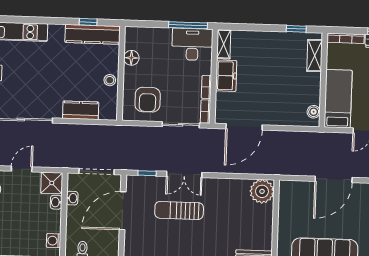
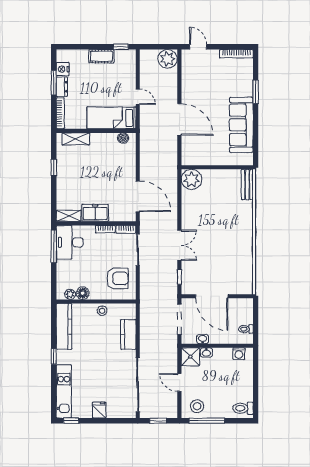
window: (88, 22) -> (54, 357), moved
window: (296, 29) -> (54, 168), moved
plant: (130, 43) -> (70, 294), added
sun lounger: (179, 210) -> (210, 249), removed

